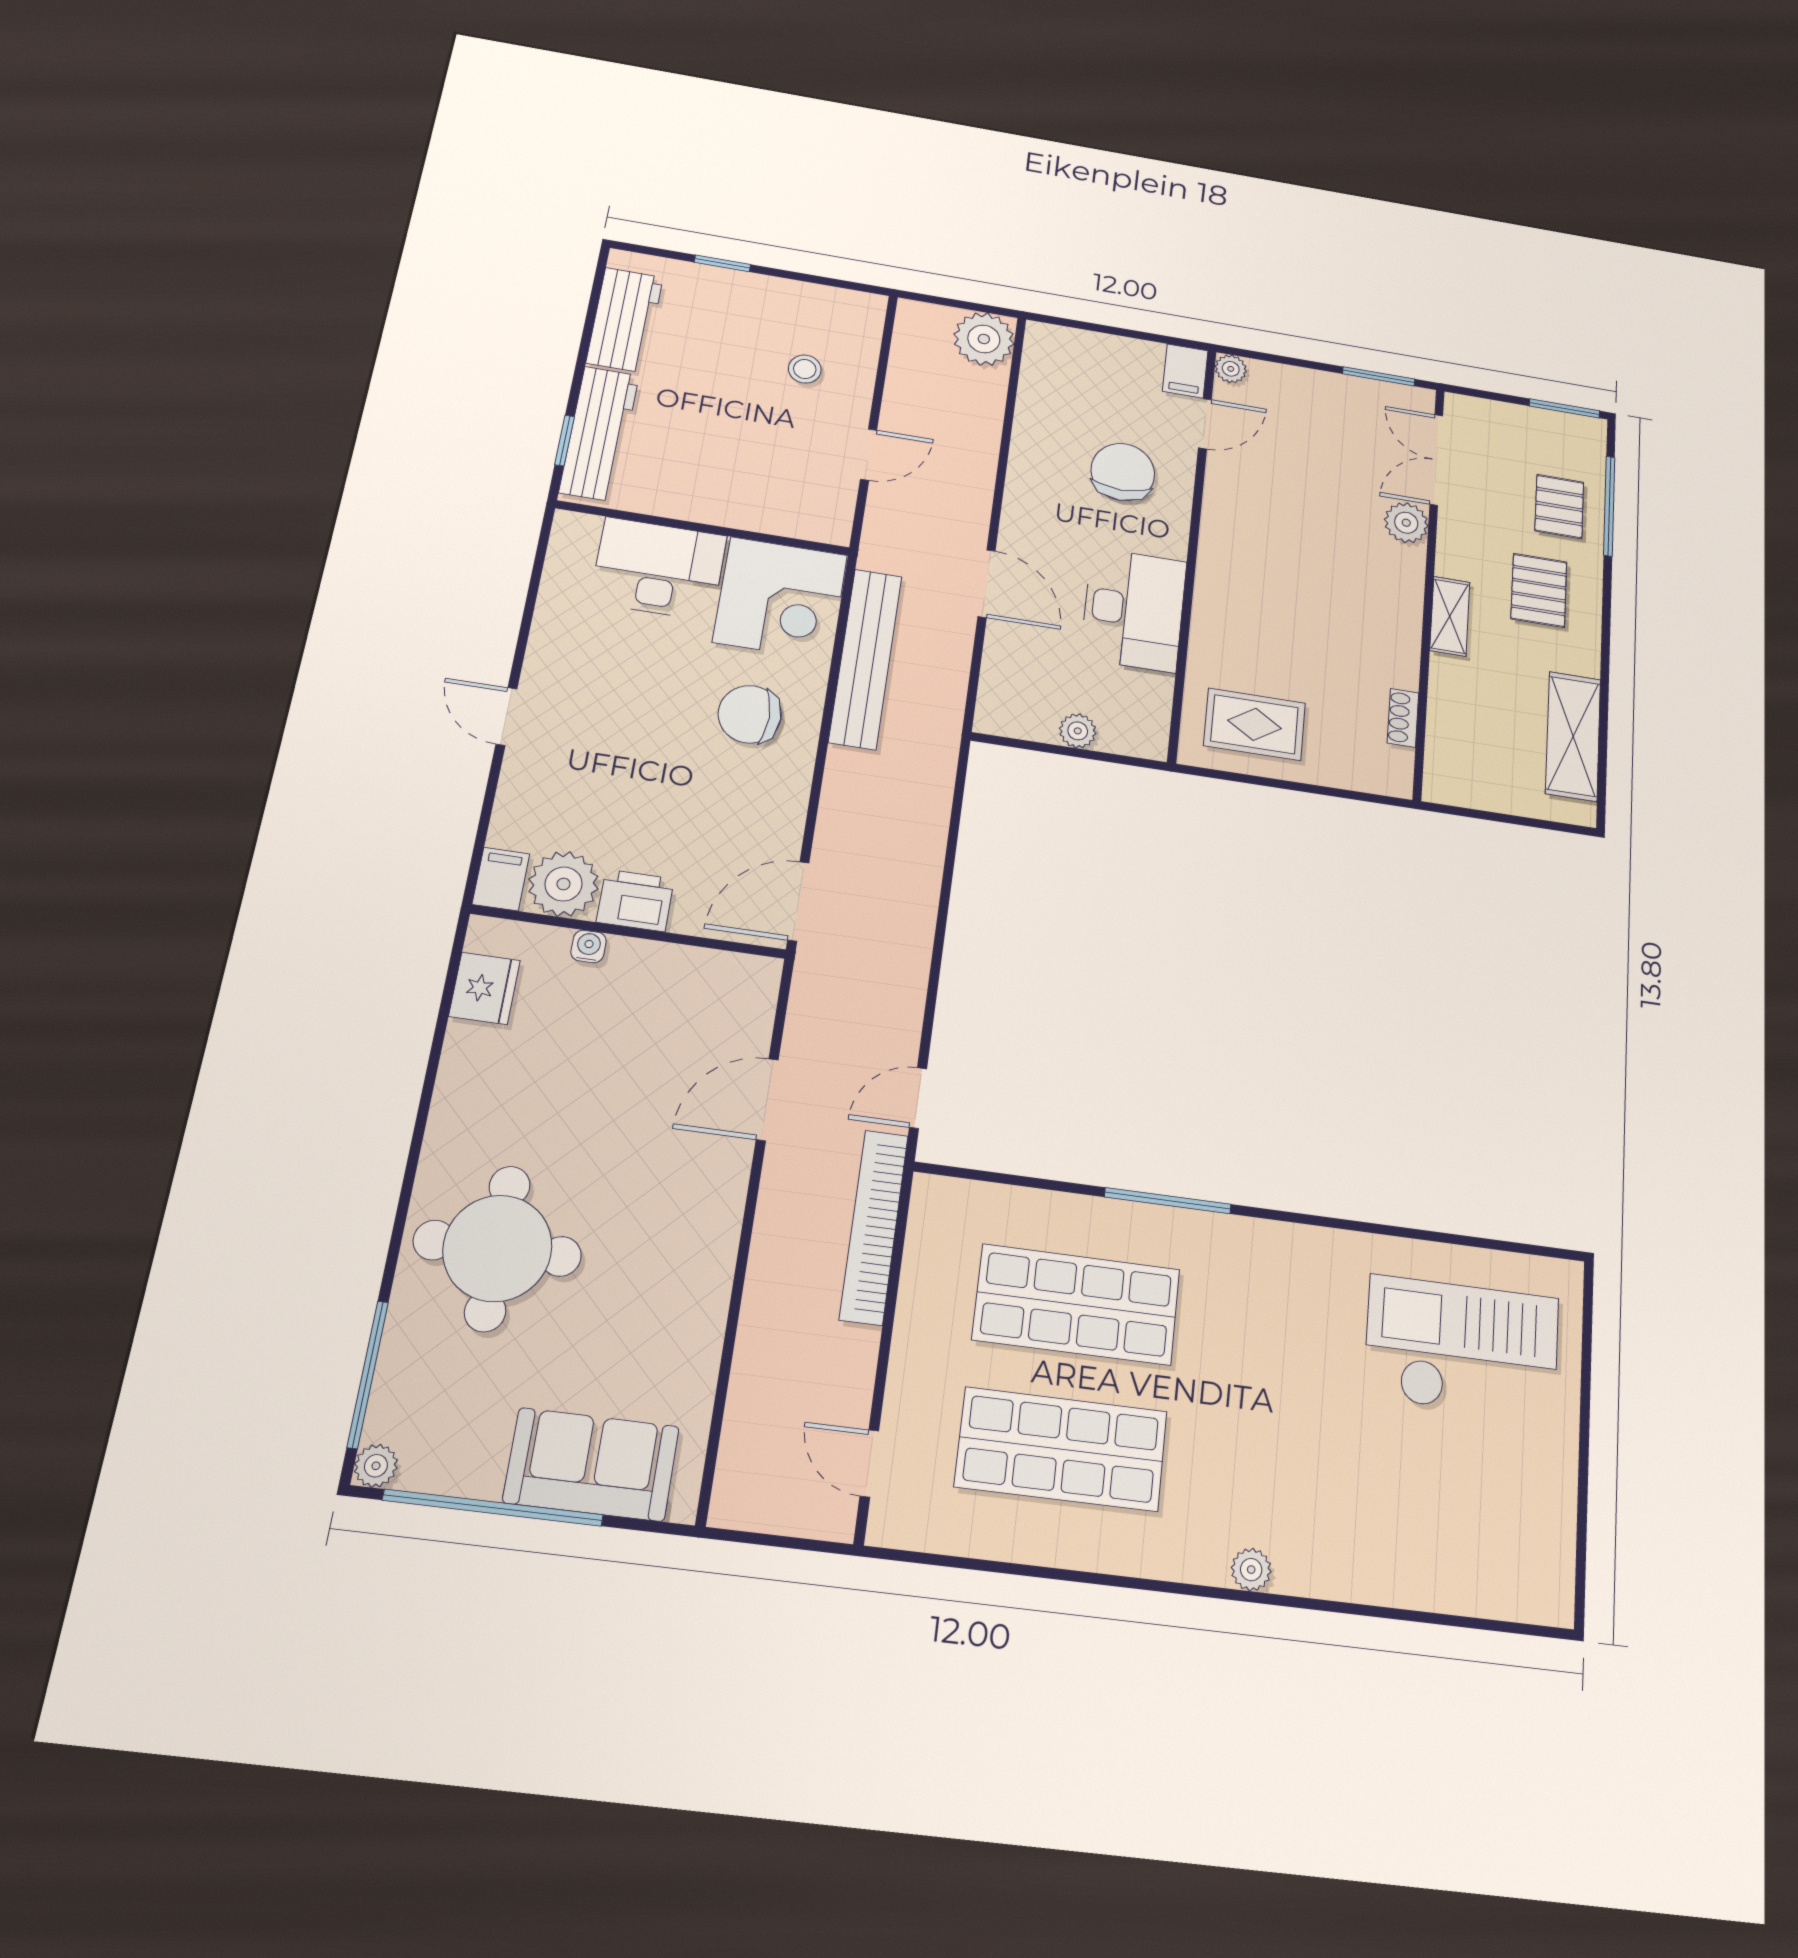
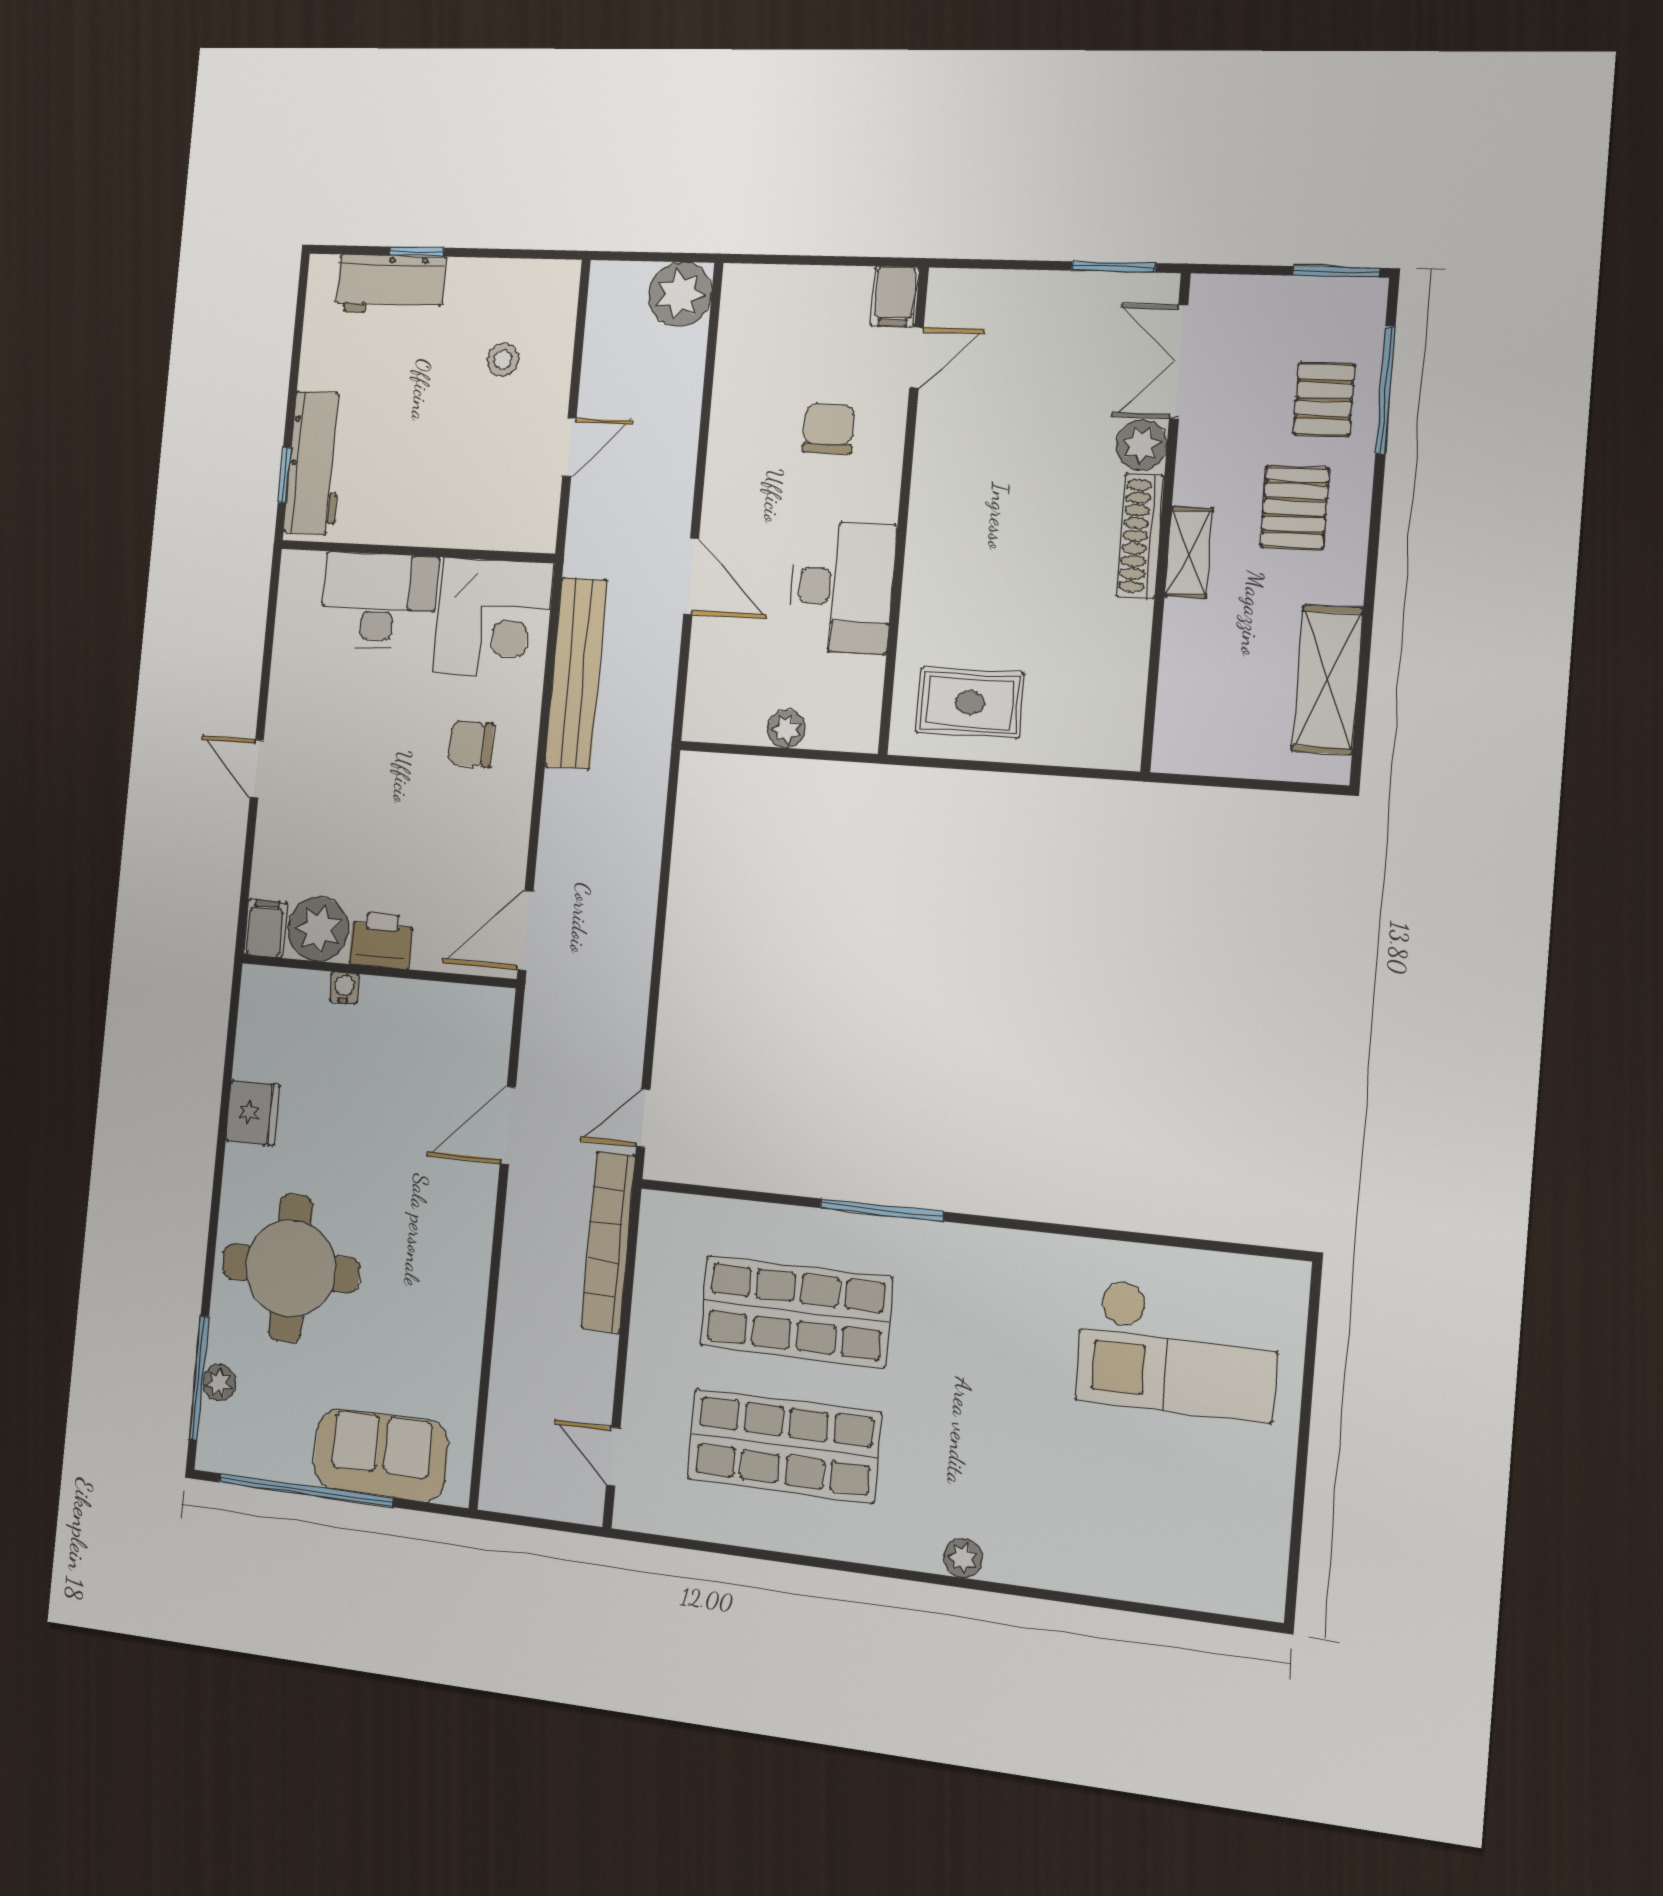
workbench: (625, 320) -> (391, 284), moved, turned 90
plant: (1231, 369) -> (945, 285), removed
chair: (1123, 472) -> (829, 429), width x0.73, depth x0.73
chair: (750, 714) -> (471, 744), width x0.73, depth x0.73
shoe rack: (1403, 718) -> (1140, 536), moved, width x1.94, depth x1.24
fridge: (484, 988) -> (253, 1113), moved
checkout: (1462, 1347) -> (1177, 1350), turned 180
plant: (376, 1466) -> (219, 1383), moved

